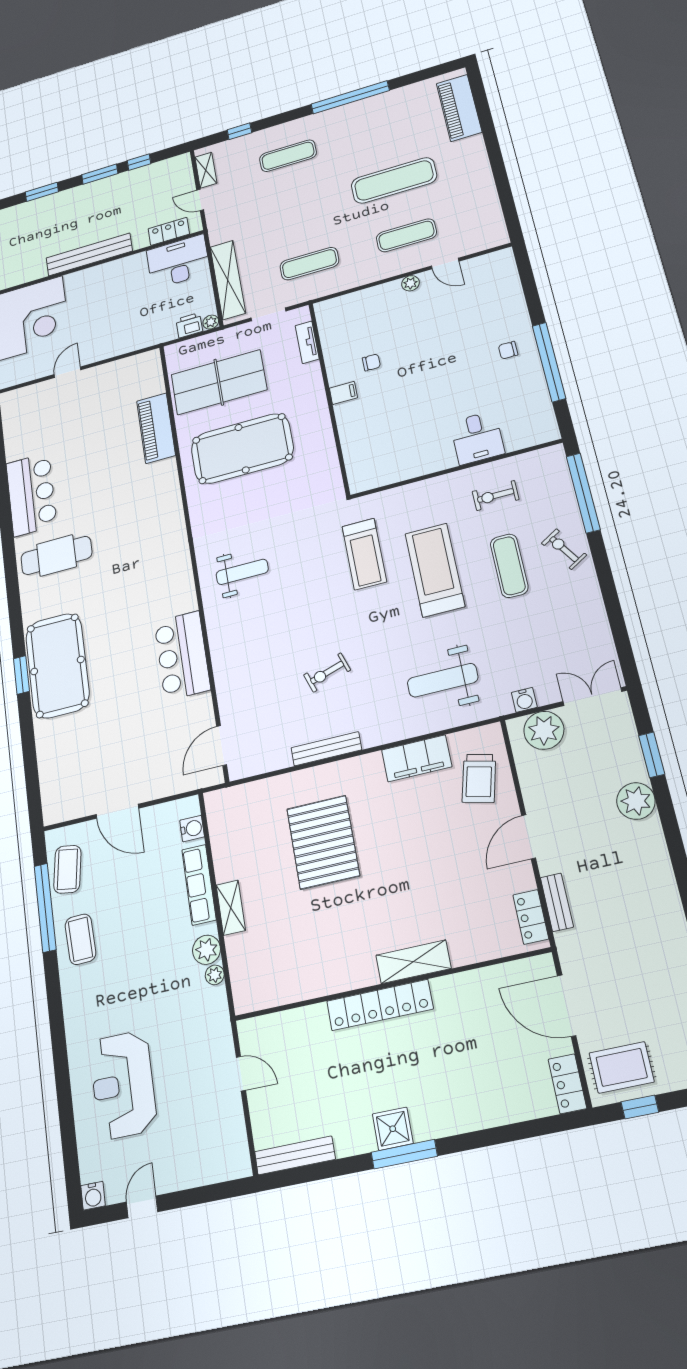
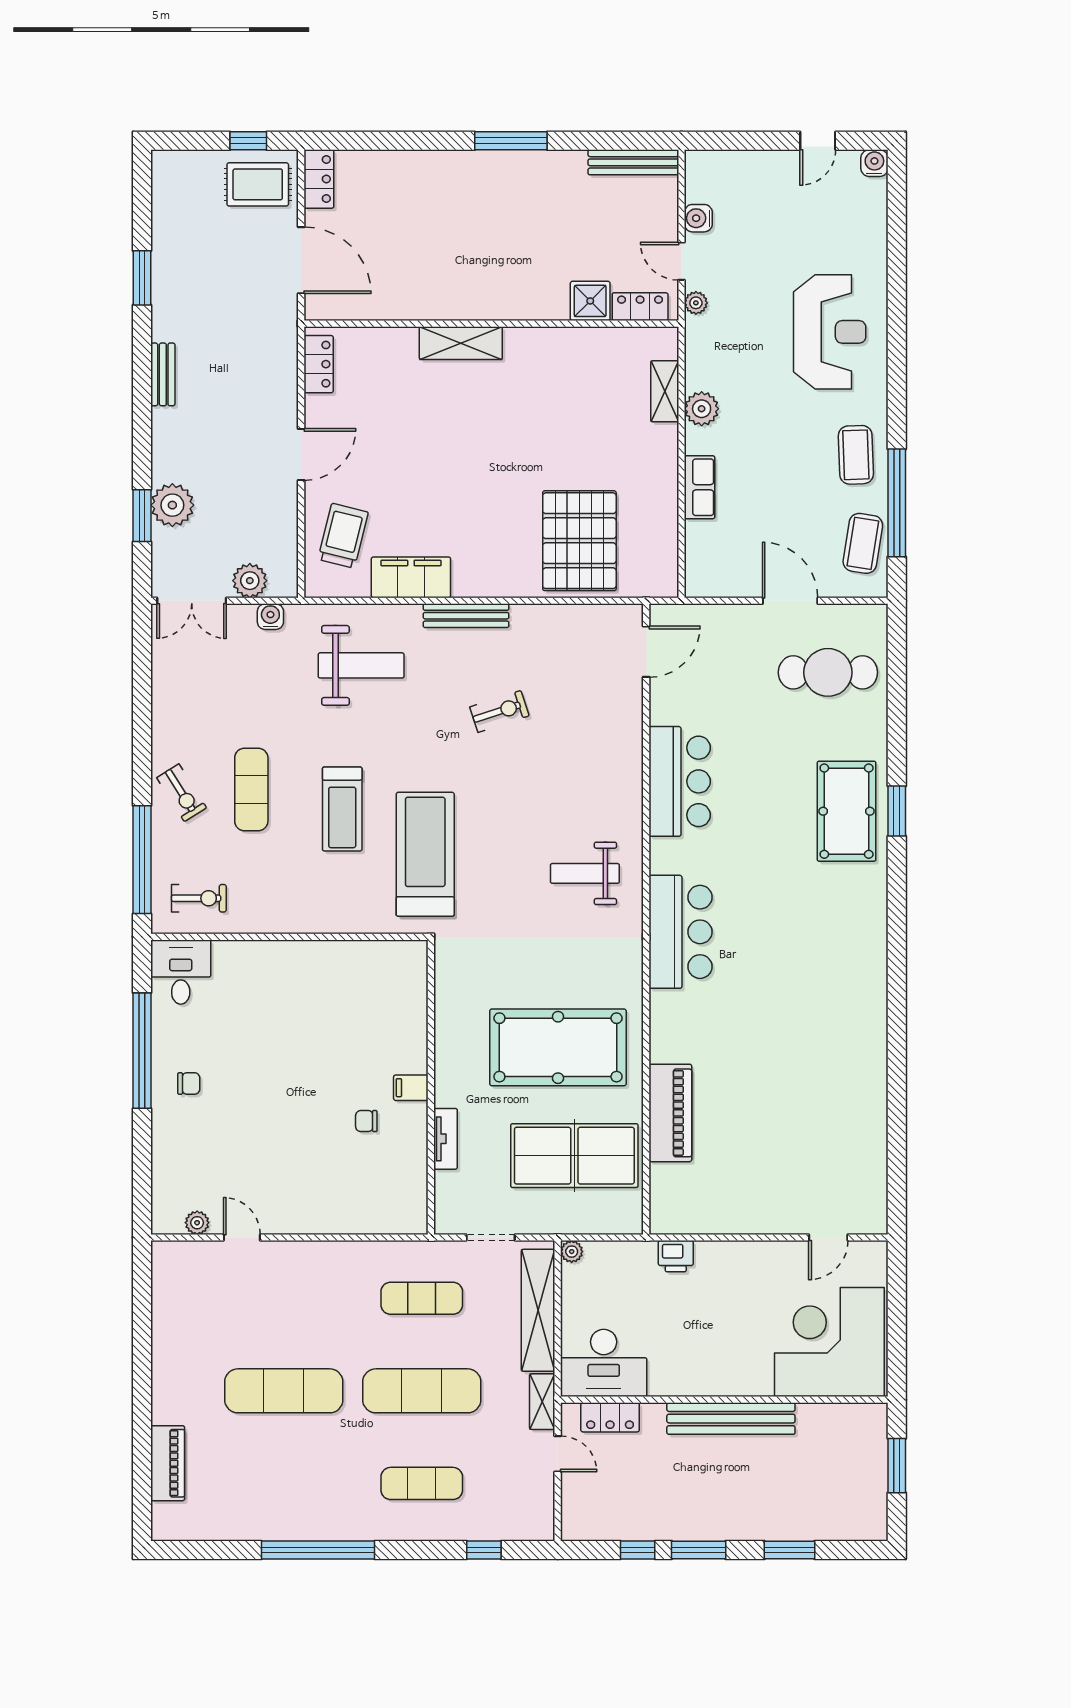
piano: (459, 108) -> (168, 1463), width x0.73, depth x0.75
shelving: (206, 170) -> (542, 1402), moved
exercise mat: (406, 235) -> (422, 1391), moved, width x1.36, depth x1.45
plant: (410, 283) -> (197, 1223), moved
printer: (189, 325) -> (676, 1256), moved
tv unit: (307, 342) -> (445, 1139), moved
door: (67, 372) -> (828, 1238), moved
desk: (477, 438) -> (181, 972), moved
bar counter: (31, 494) -> (681, 932), moved, turned 180
exercise bike: (496, 495) -> (199, 898), moved
treadmill: (364, 554) -> (425, 854), width x1.37, depth x1.38
cafe table: (56, 555) -> (828, 672), moved
treadmill: (435, 570) -> (342, 809), width x0.73, depth x0.73
pool table: (57, 666) -> (847, 811), width x0.73, depth x0.76
plant: (544, 730) -> (250, 581), width x0.73, depth x0.73
bench: (326, 749) -> (466, 616), moved
plant: (636, 801) -> (172, 505), moved
water cooler: (192, 829) -> (698, 218), moved
pallet: (323, 842) -> (579, 541), moved
row of seats: (199, 885) -> (700, 487), width x0.68
bench: (557, 902) -> (163, 374), moved
shelving: (231, 908) -> (665, 391), moved
plant: (215, 975) -> (696, 303), moved
locker: (380, 1005) -> (640, 307), moved, width x0.46, depth x0.83
reception desk: (123, 1085) -> (830, 332), moved
shower: (393, 1129) -> (590, 301), moved

